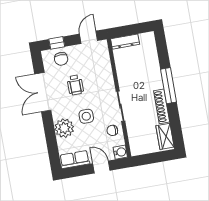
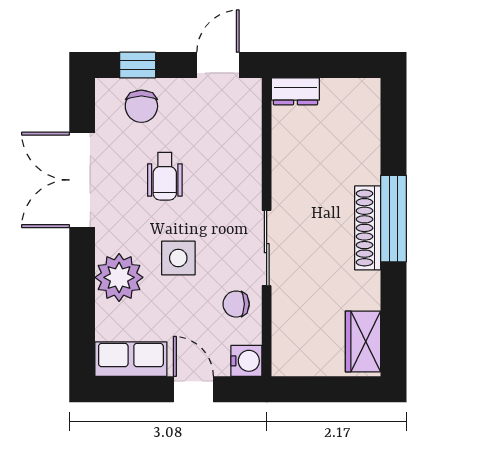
dresser: (125, 42) -> (295, 91), width x0.70
shoe rack: (162, 106) -> (368, 228), moved

